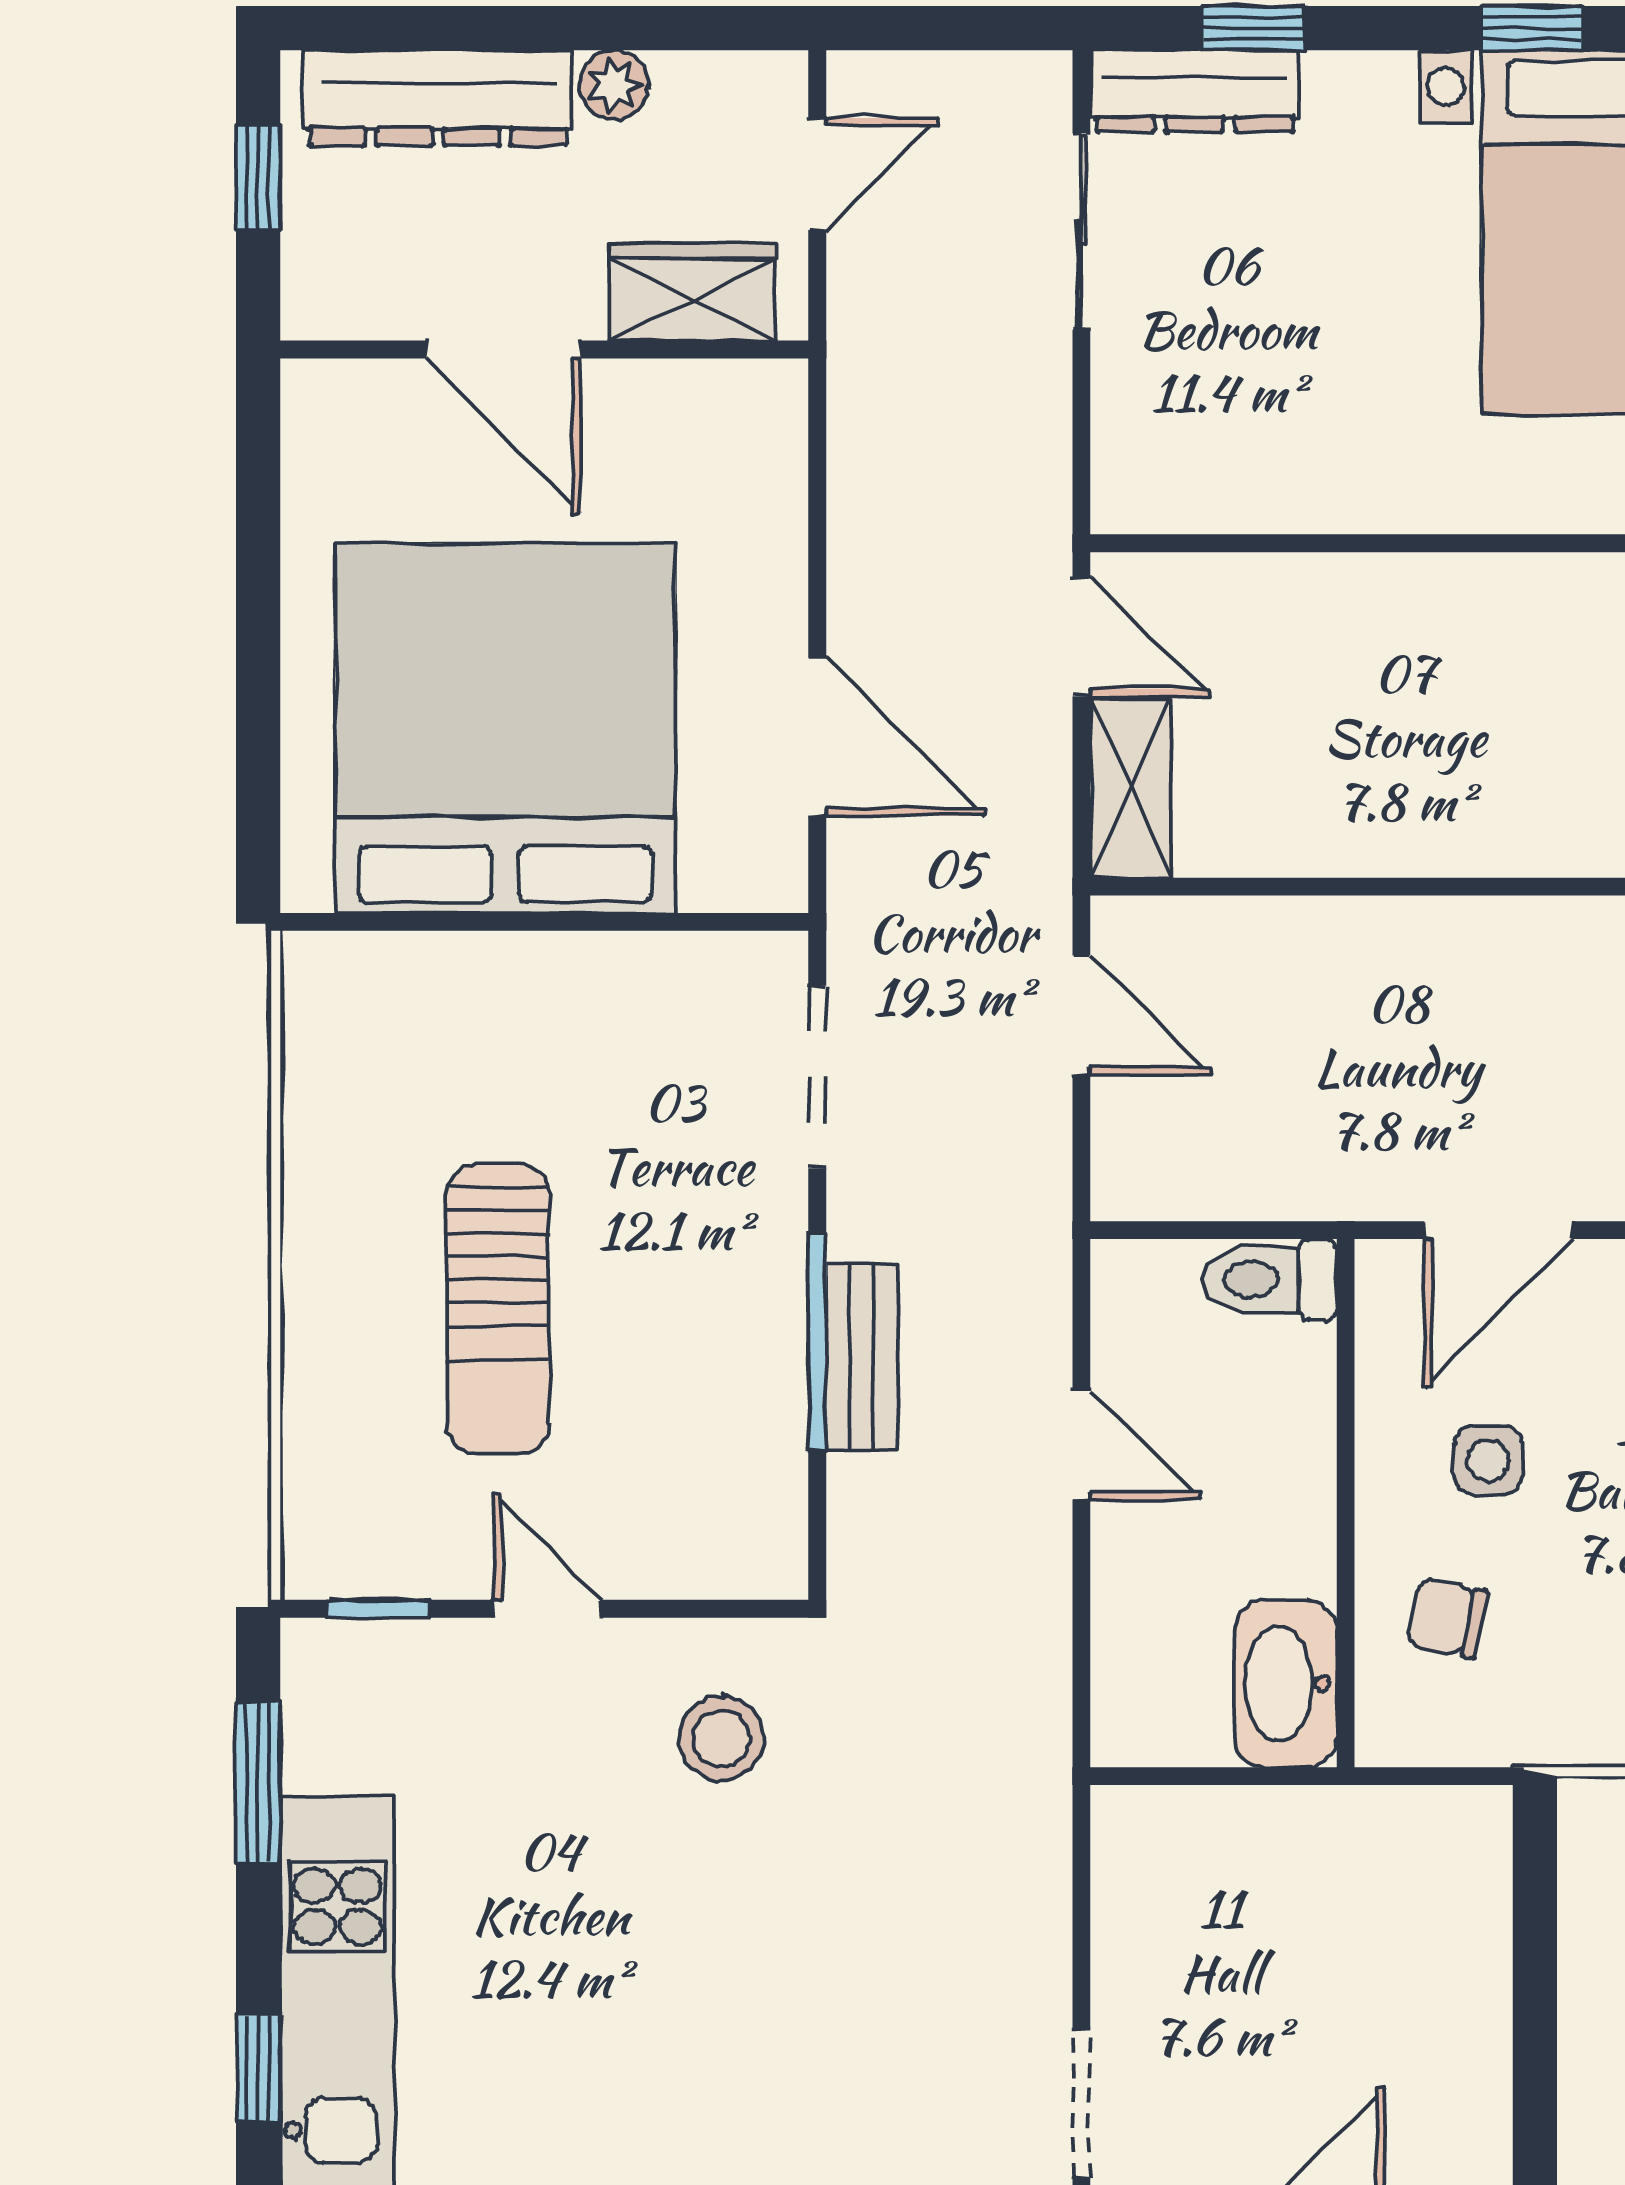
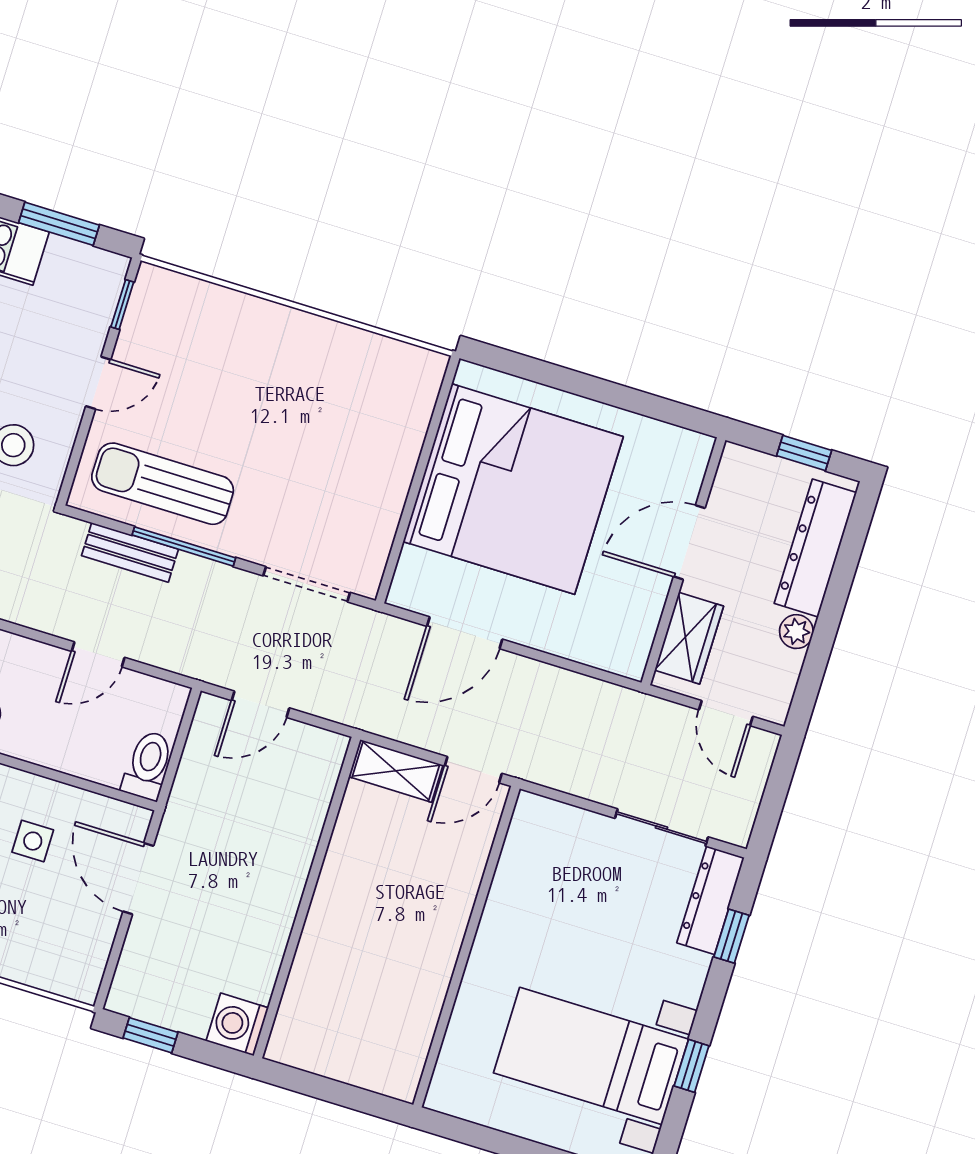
door: (1081, 1015) -> (261, 704), moved
sun lounger: (498, 1309) -> (163, 484), moved
bench: (862, 1358) -> (130, 552), moved

